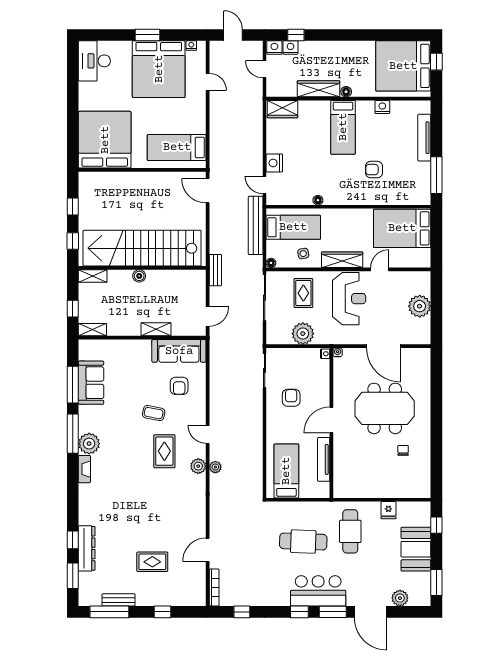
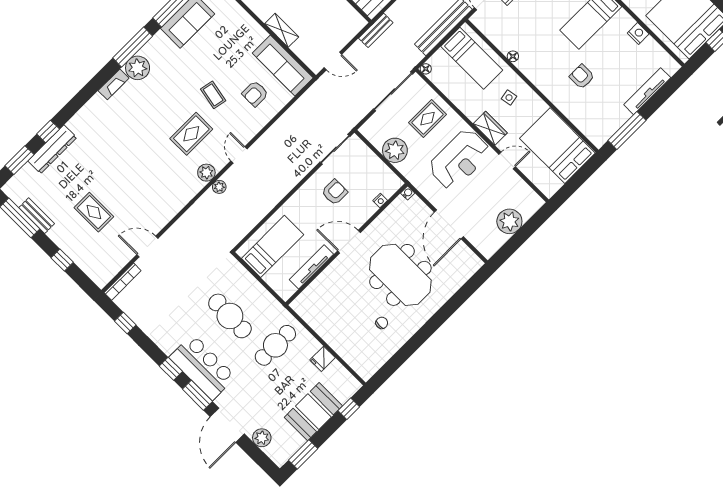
side table: (303, 254) -> (509, 98), moved
wardrobe: (342, 260) -> (490, 128), width x0.67
nightstand: (325, 354) -> (380, 200), moved

